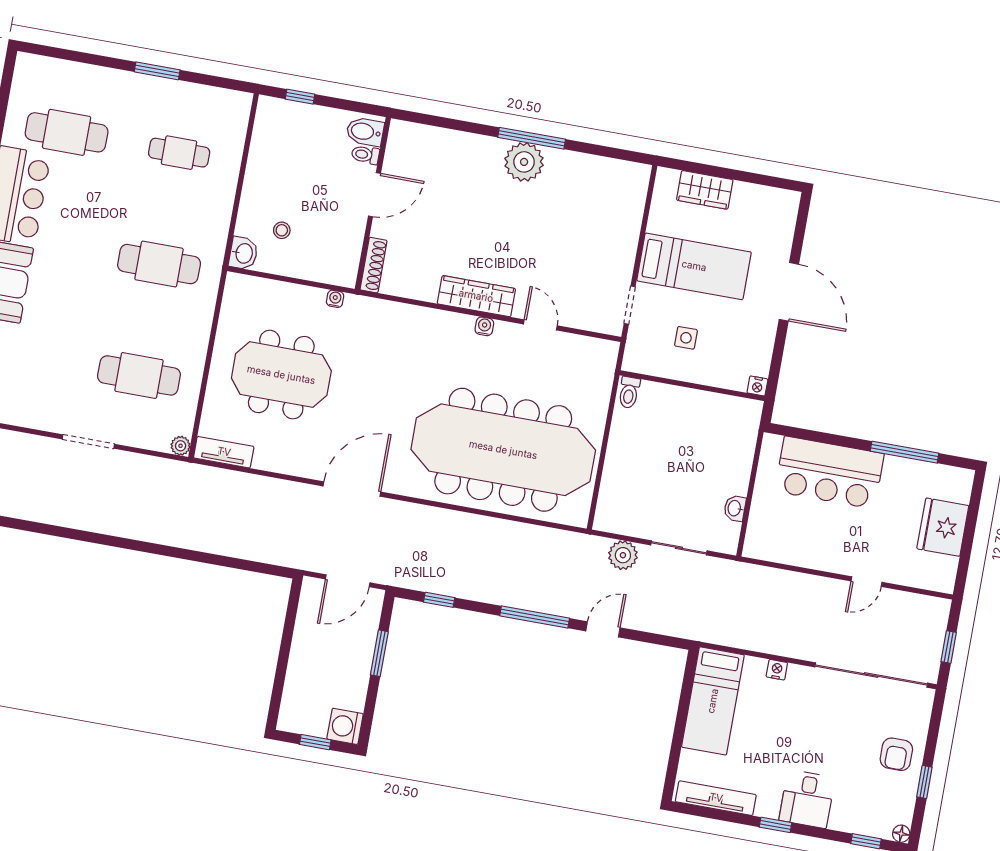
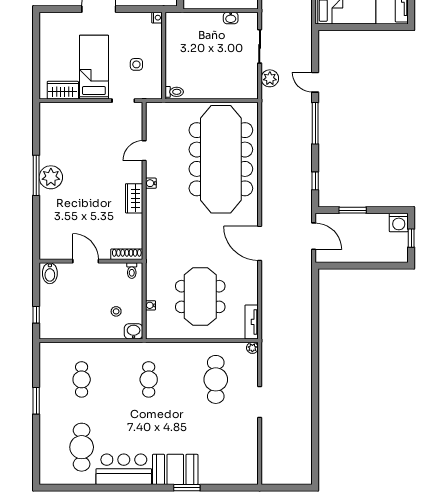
toilet: (365, 155) -> (132, 271), moved
wardrobe: (705, 190) -> (63, 90), moved, turned -90
cafe table: (159, 264) -> (149, 379), width x0.73, depth x0.74
wardrobe: (476, 296) -> (134, 198), width x0.67
water cooler: (335, 299) -> (150, 305), moved

